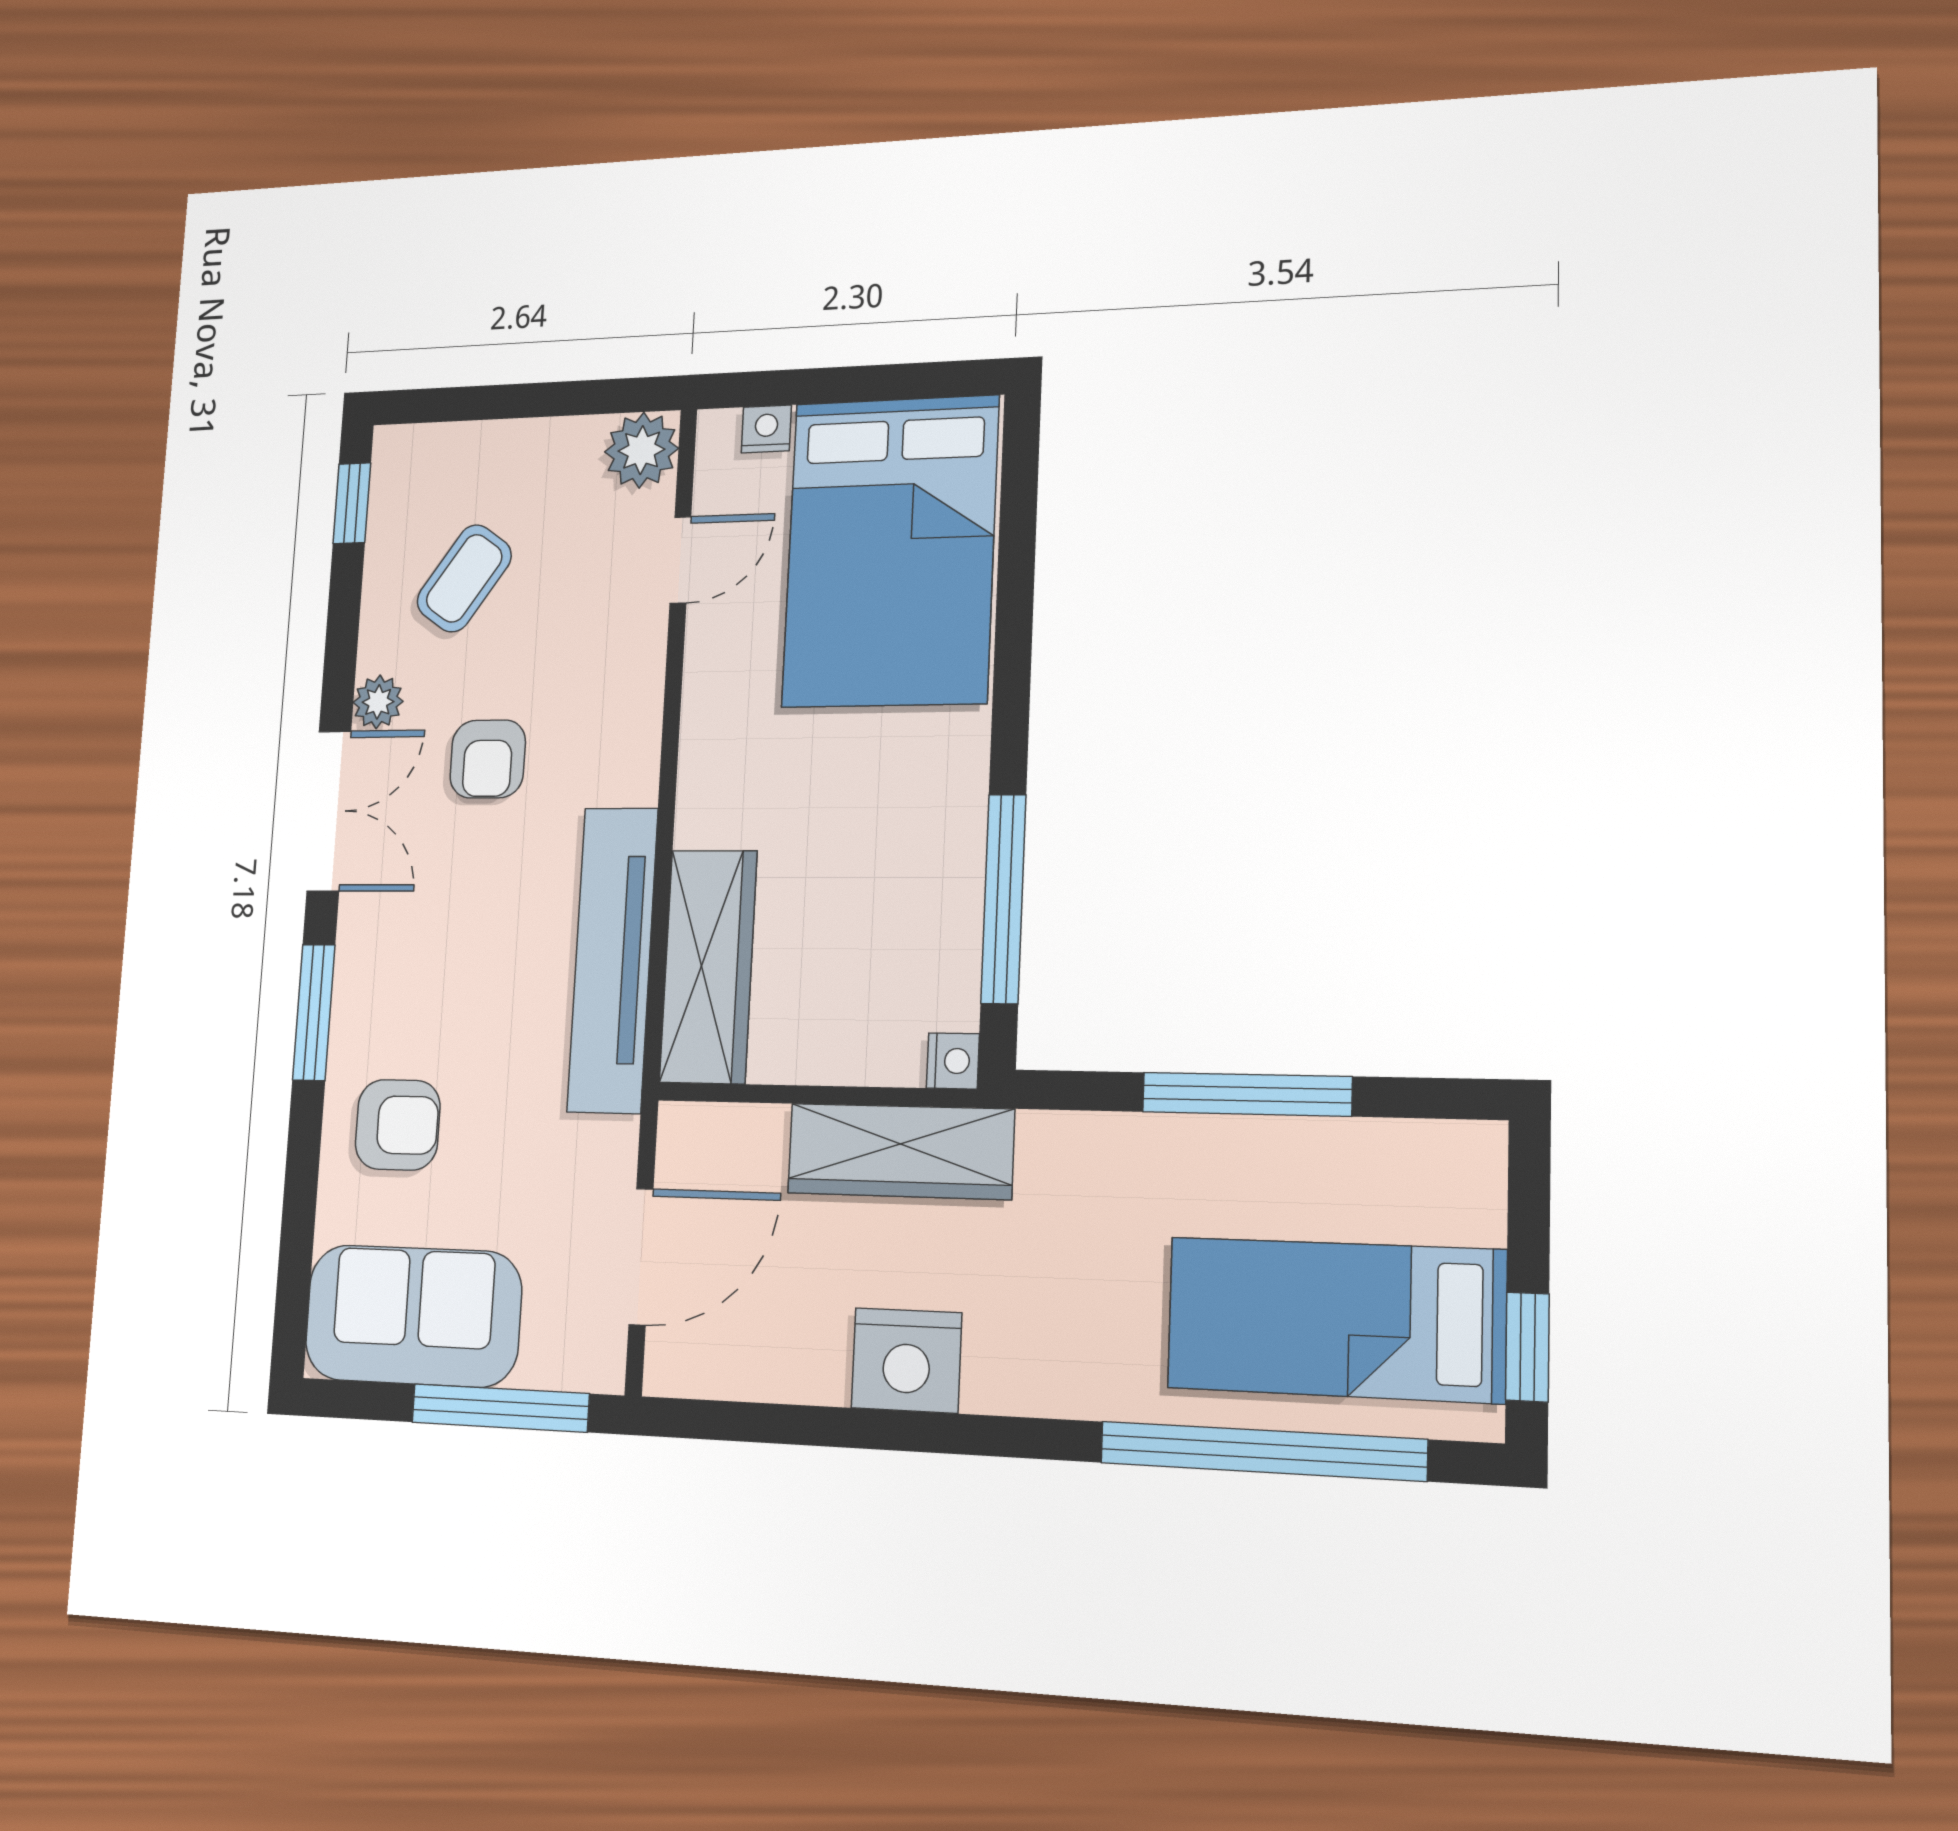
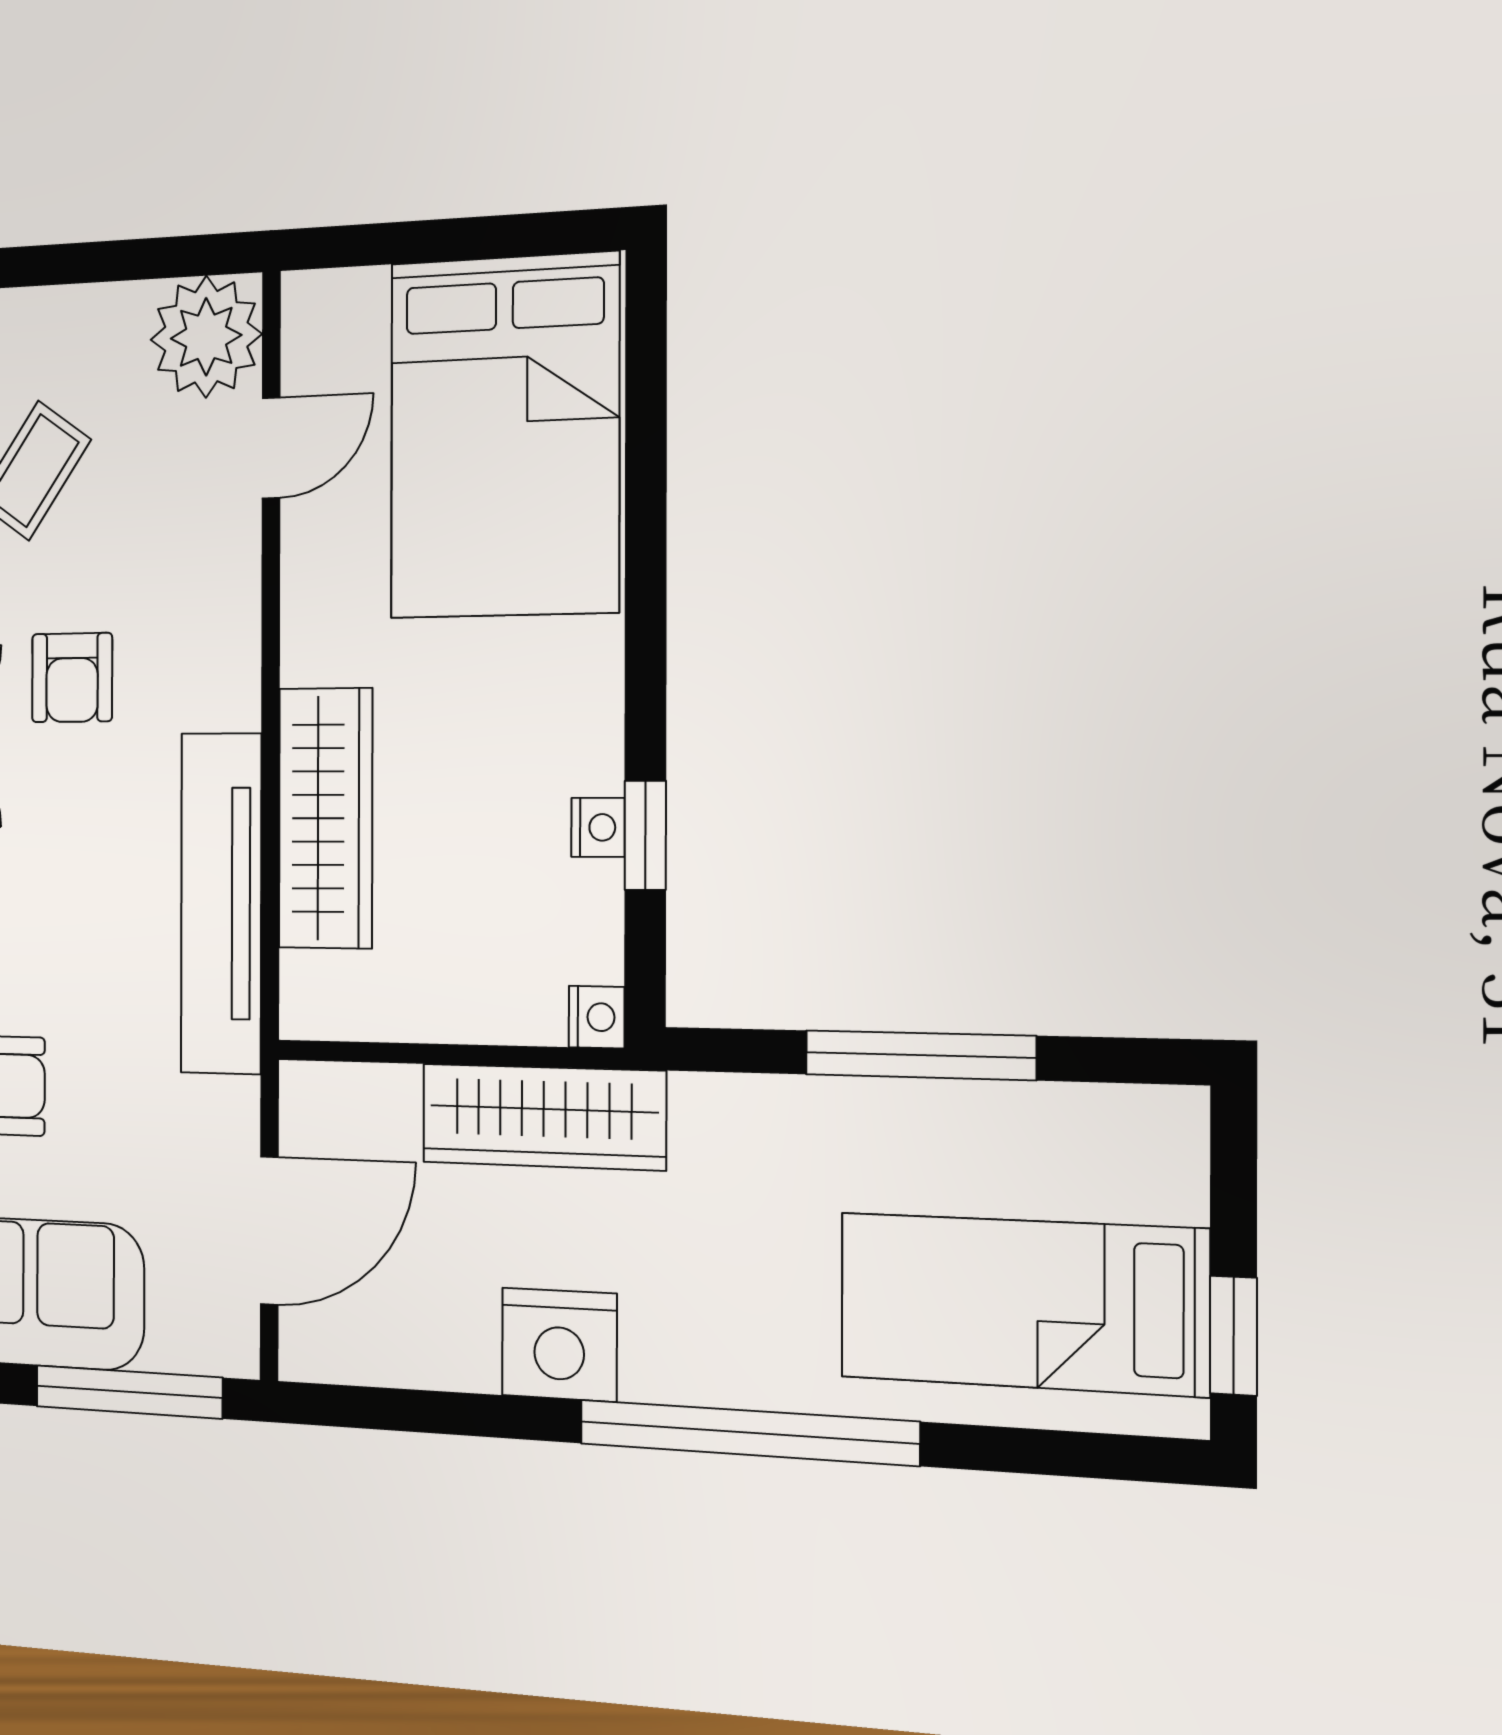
nightstand: (766, 429) -> (598, 827), moved, turned 90
plant: (642, 450) -> (206, 337), width x1.36, depth x1.36
window: (1003, 899) -> (645, 835), width x0.46
wardrobe: (708, 966) -> (326, 818), moved
window: (1262, 1451) -> (748, 1433), moved

